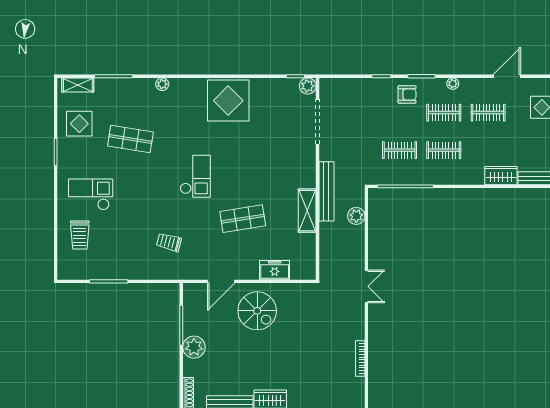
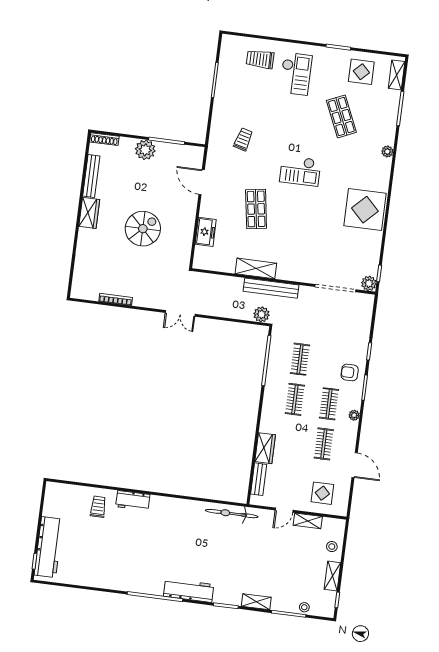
armchair: (407, 94) -> (350, 372), turned 90
shop shelf: (130, 139) -> (341, 116), turned -33
plant: (356, 216) -> (262, 314), moved
spiral stairs: (257, 311) -> (143, 229), moved, turned 180

